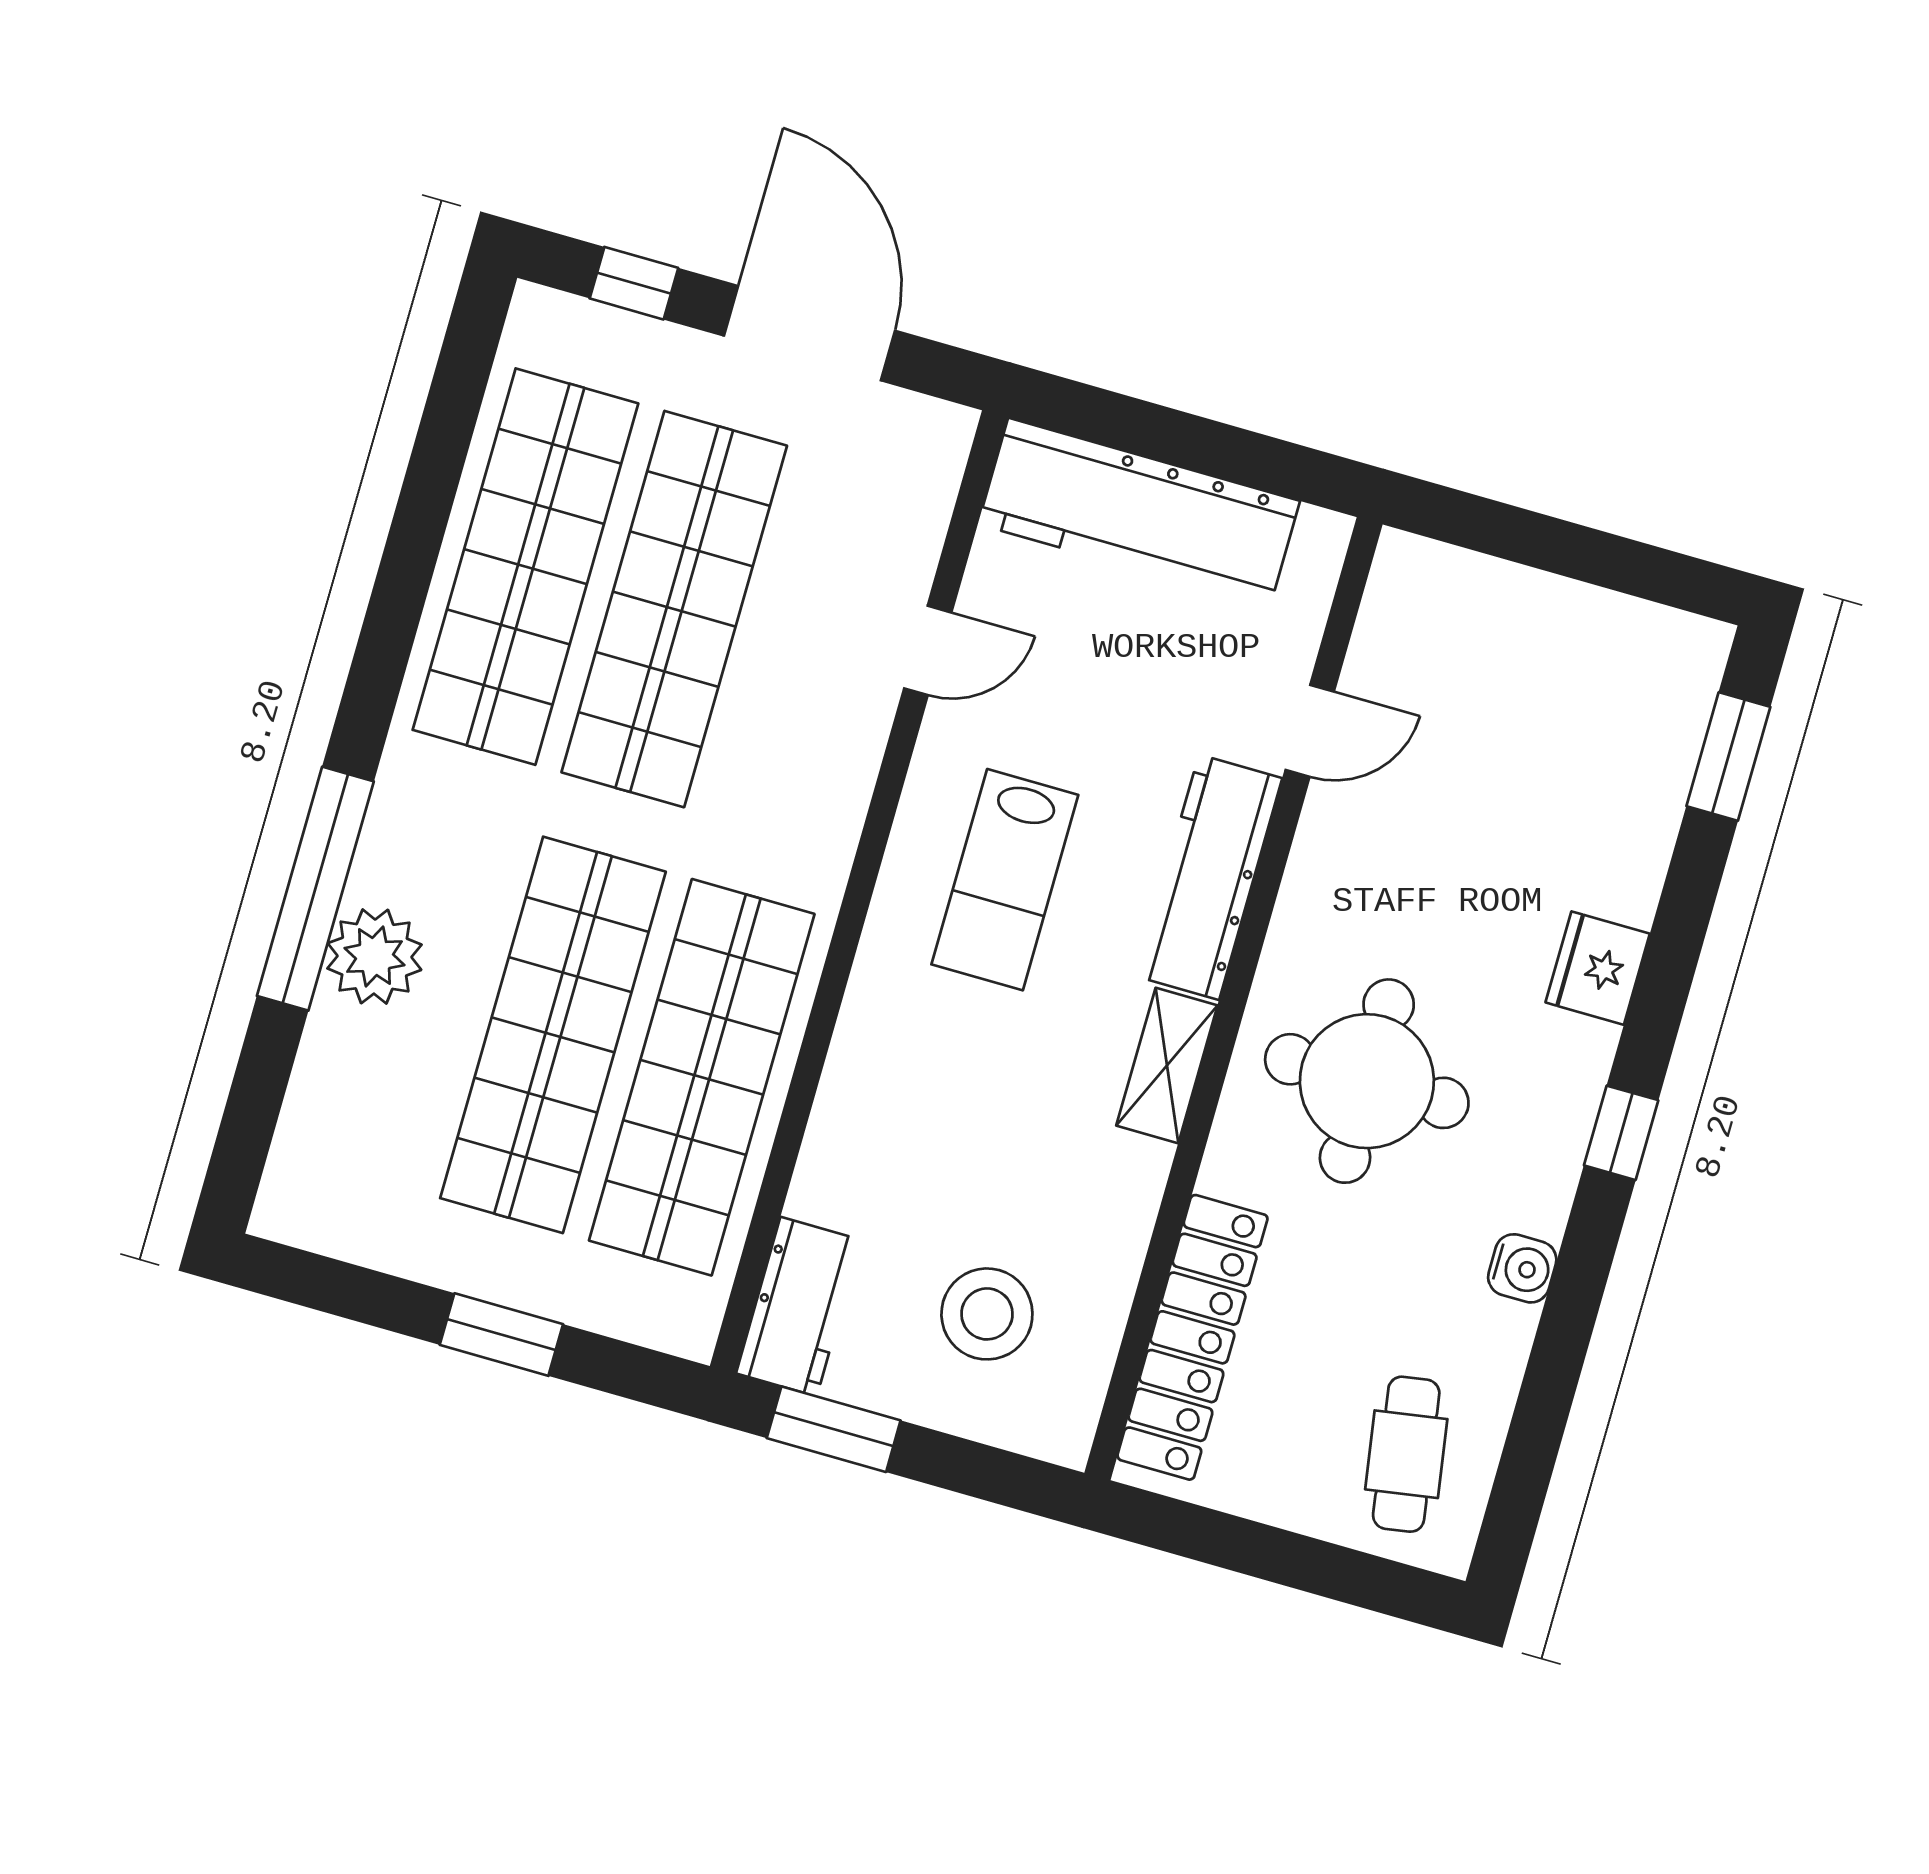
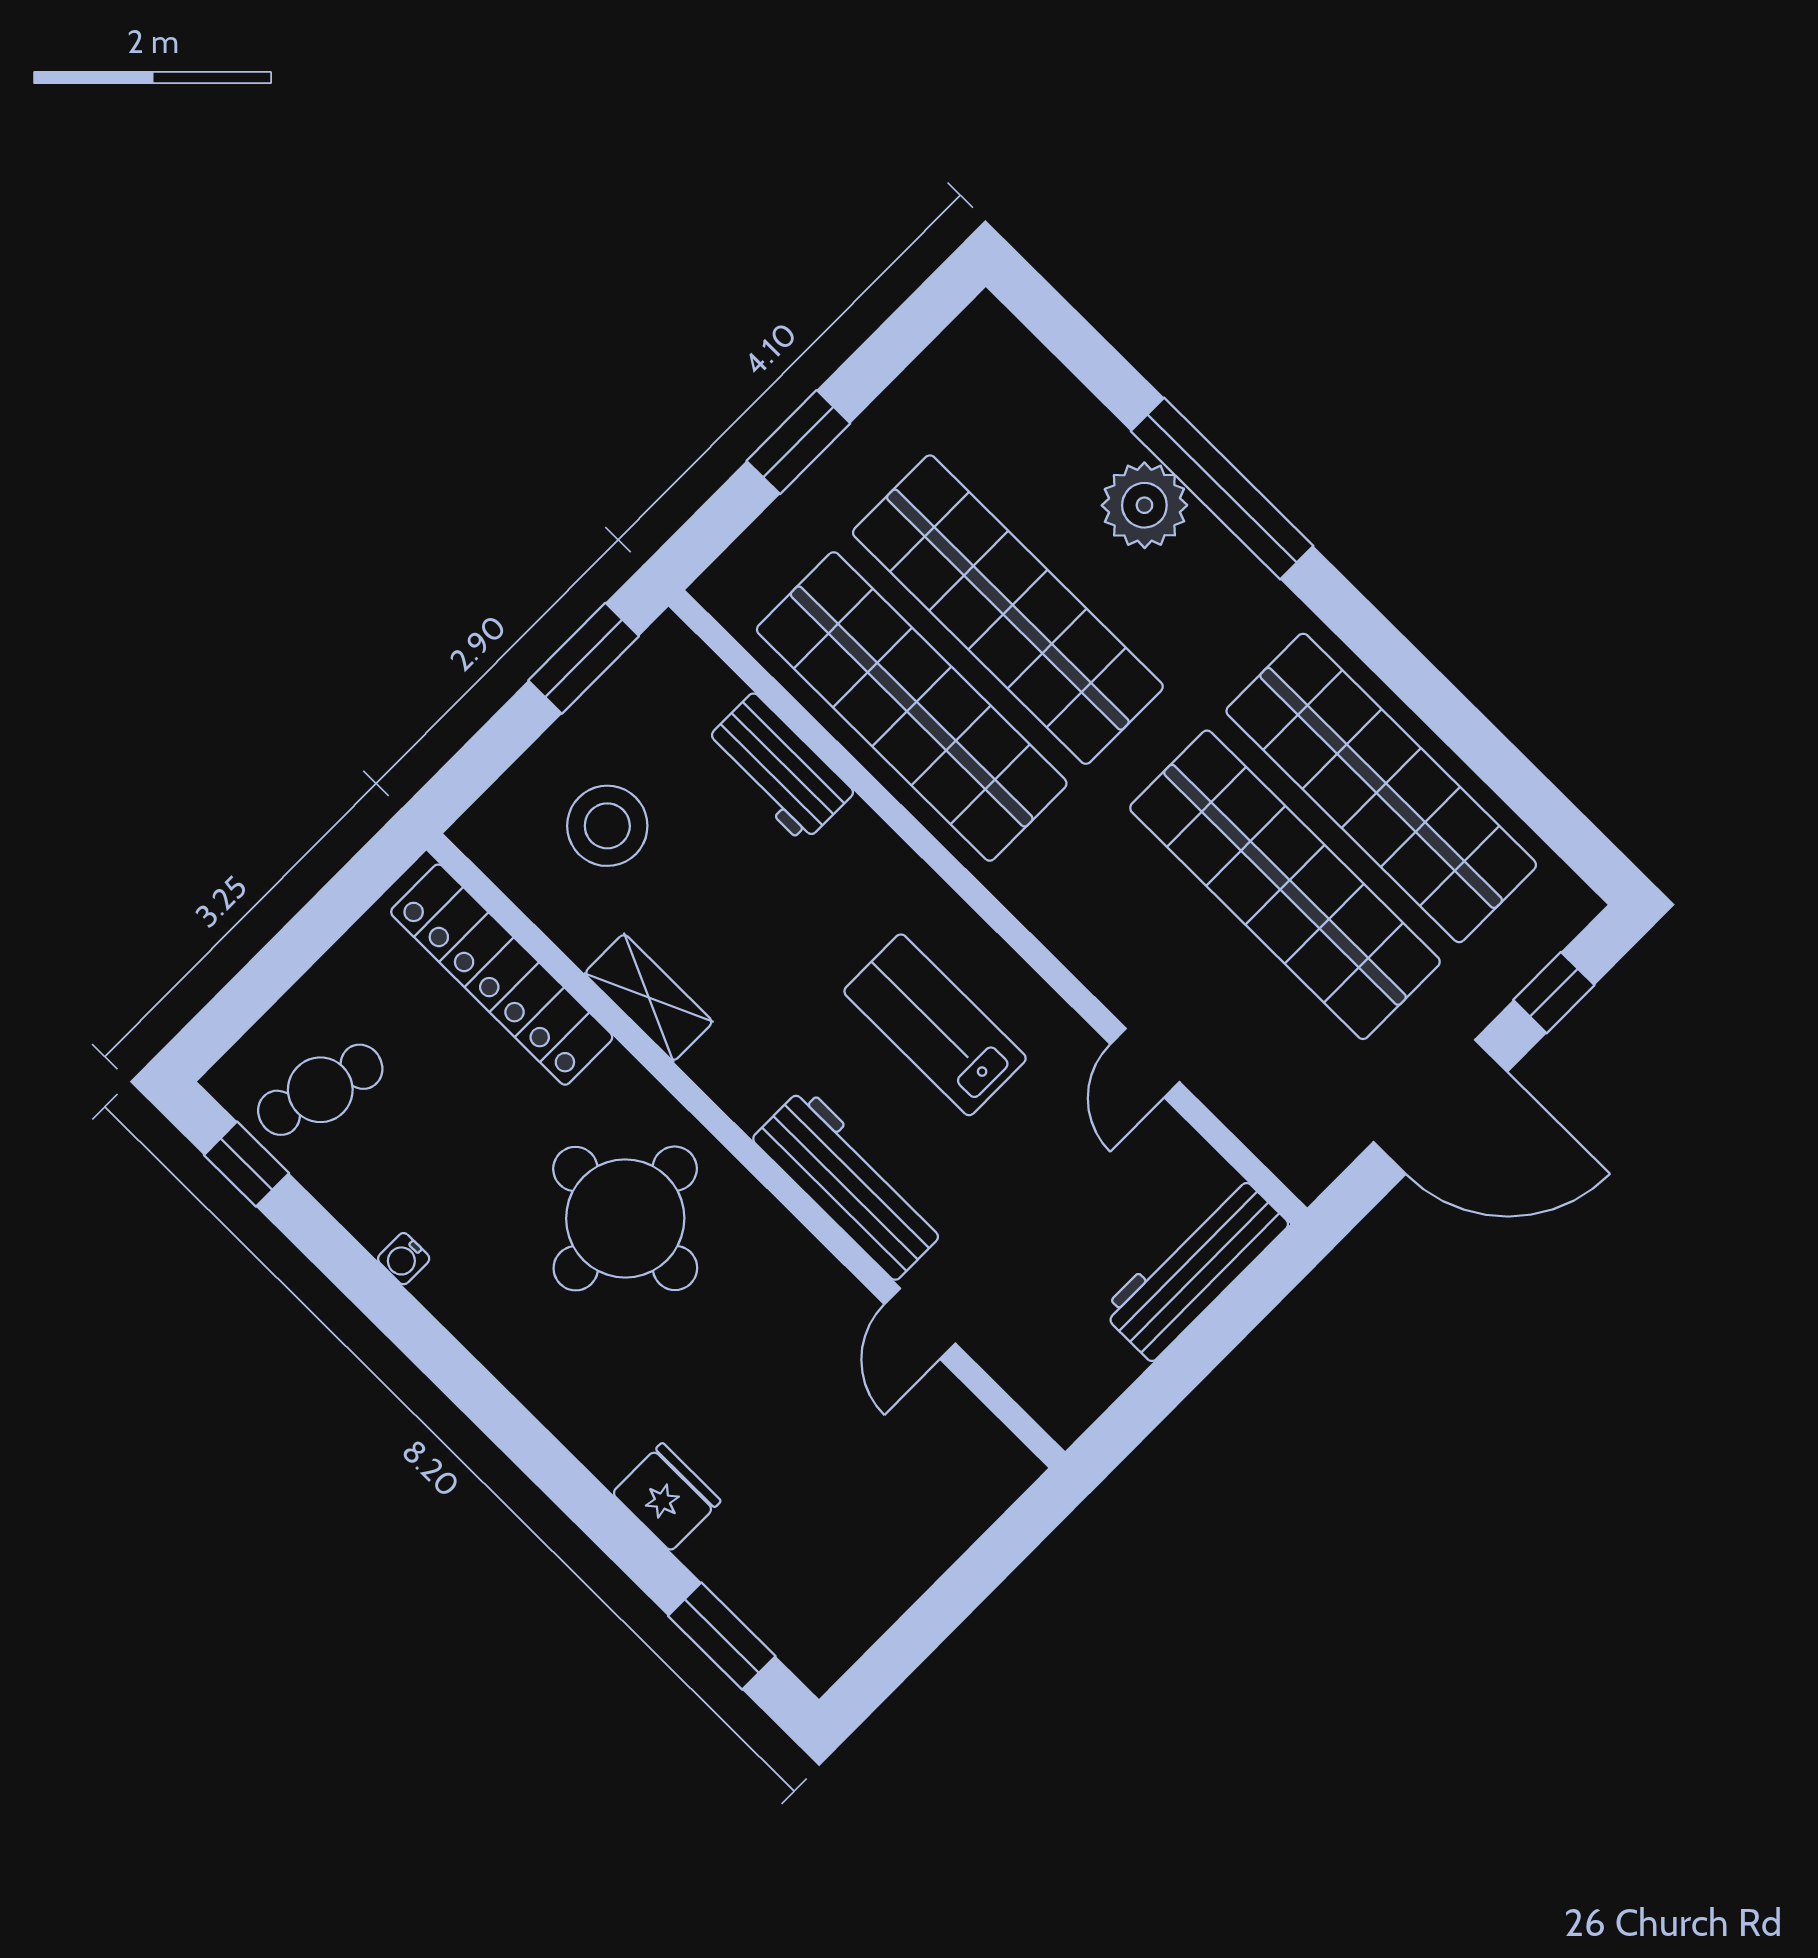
workbench: (1139, 513) -> (1195, 1268), width x0.73, depth x0.76
fridge: (1598, 968) -> (666, 1497), moved
shelving: (1167, 1066) -> (649, 997), moved
window: (1621, 1133) -> (246, 1164), moved
water cooler: (1522, 1268) -> (404, 1259), width x0.72, depth x0.72
workbench: (799, 1307) -> (778, 768), moved
cafe table: (1406, 1454) -> (320, 1090), turned -65

